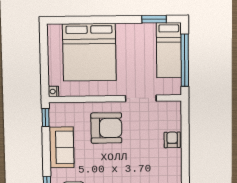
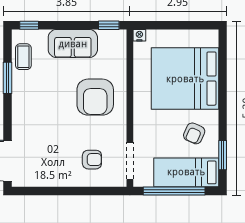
armchair: (136, 44) -> (194, 133), added
doorway: (141, 98) -> (130, 161), moved
armchair: (172, 140) -> (92, 160), moved

